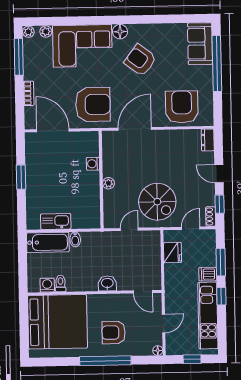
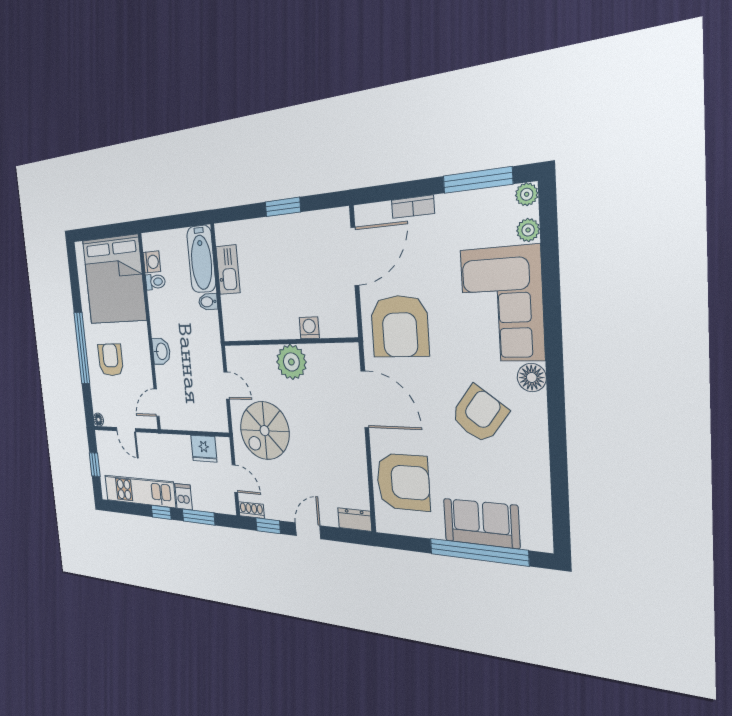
sofa: (200, 44) -> (481, 523), moved
plant: (109, 183) -> (291, 362), width x1.88, depth x1.88

